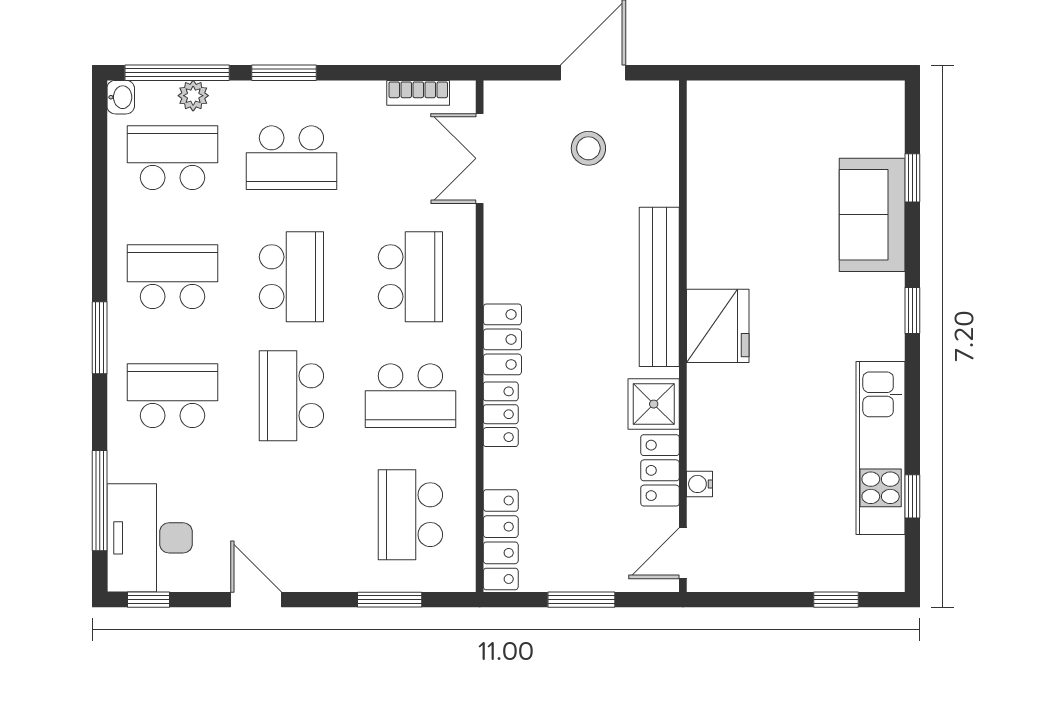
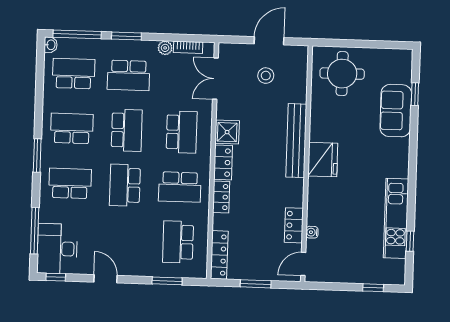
plant: (193, 96) -> (165, 48), moved
round table: (753, 138) -> (342, 74), added
window: (912, 310) -> (413, 155), removed
shower: (654, 404) -> (227, 132), moved

